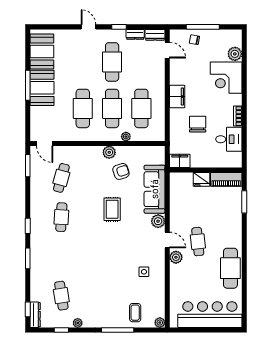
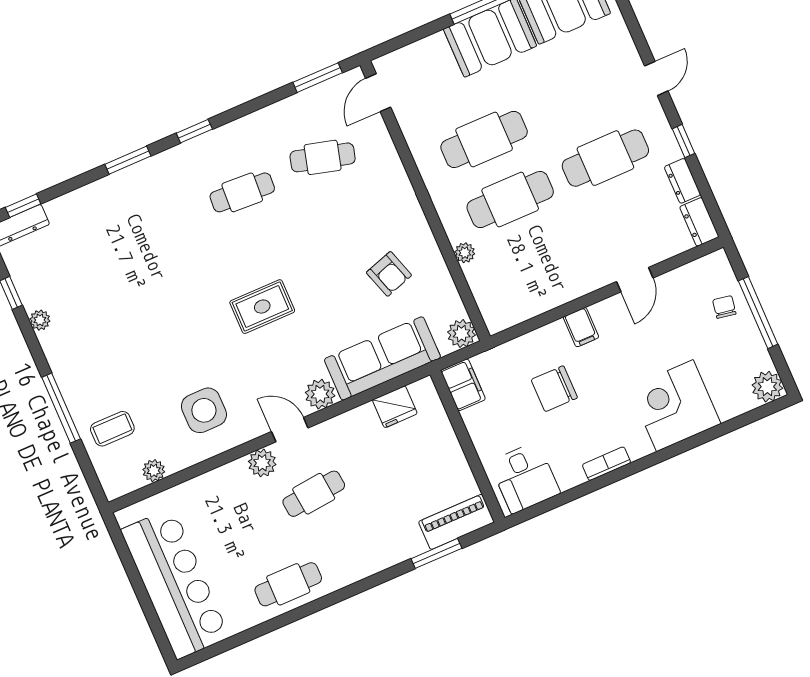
door: (167, 50) -> (635, 280), moved
plant: (235, 54) -> (767, 387), moved
filing cabinet: (177, 97) -> (581, 327), width x0.50
cafe table: (141, 108) -> (536, 260), removed
chair: (198, 124) -> (554, 389), turned 180
desk: (229, 139) -> (525, 477), moved
plant: (109, 152) -> (462, 334), moved
fridge: (201, 179) -> (395, 407), moved, turned -90
piano: (226, 179) -> (456, 522), moved, turned 90
rug: (112, 209) -> (262, 307), moved
door: (167, 240) -> (290, 430), swing flipped
cafe table: (230, 268) -> (288, 584), width x0.73, depth x0.74
side table: (144, 272) -> (204, 410), width x1.87, depth x1.87
cafe table: (61, 296) -> (81, 262), removed
plant: (160, 323) -> (154, 471), moved

